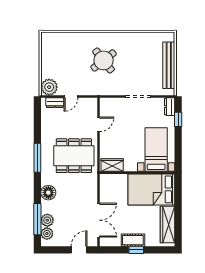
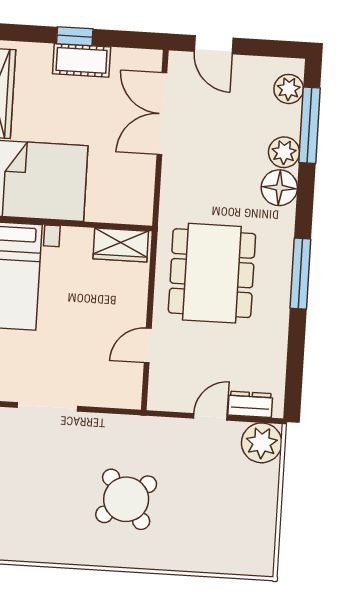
dining table: (74, 156) -> (212, 273), turned 90
plant: (47, 220) -> (284, 152), moved
door: (79, 250) -> (214, 45), hinge flipped

